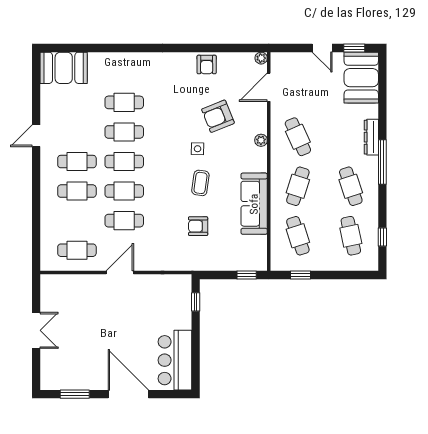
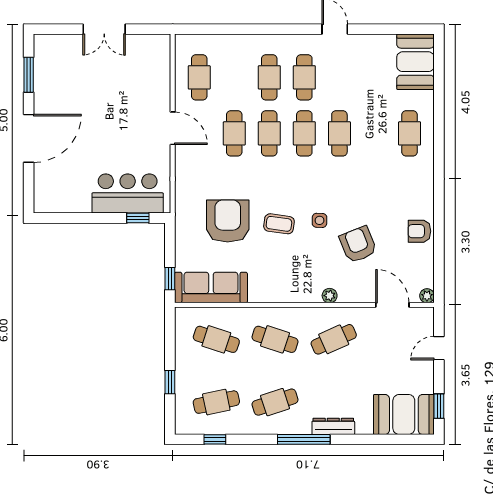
door: (322, 48) -> (439, 348), moved
cafe table: (124, 102) -> (410, 133), moved
sofa: (254, 204) -> (211, 287), moved
armchair: (198, 226) -> (228, 221), width x1.88, depth x1.88
cafe table: (298, 236) -> (216, 339), turned 36
window: (301, 275) -> (170, 382), moved
bar counter: (175, 360) -> (128, 193), moved

